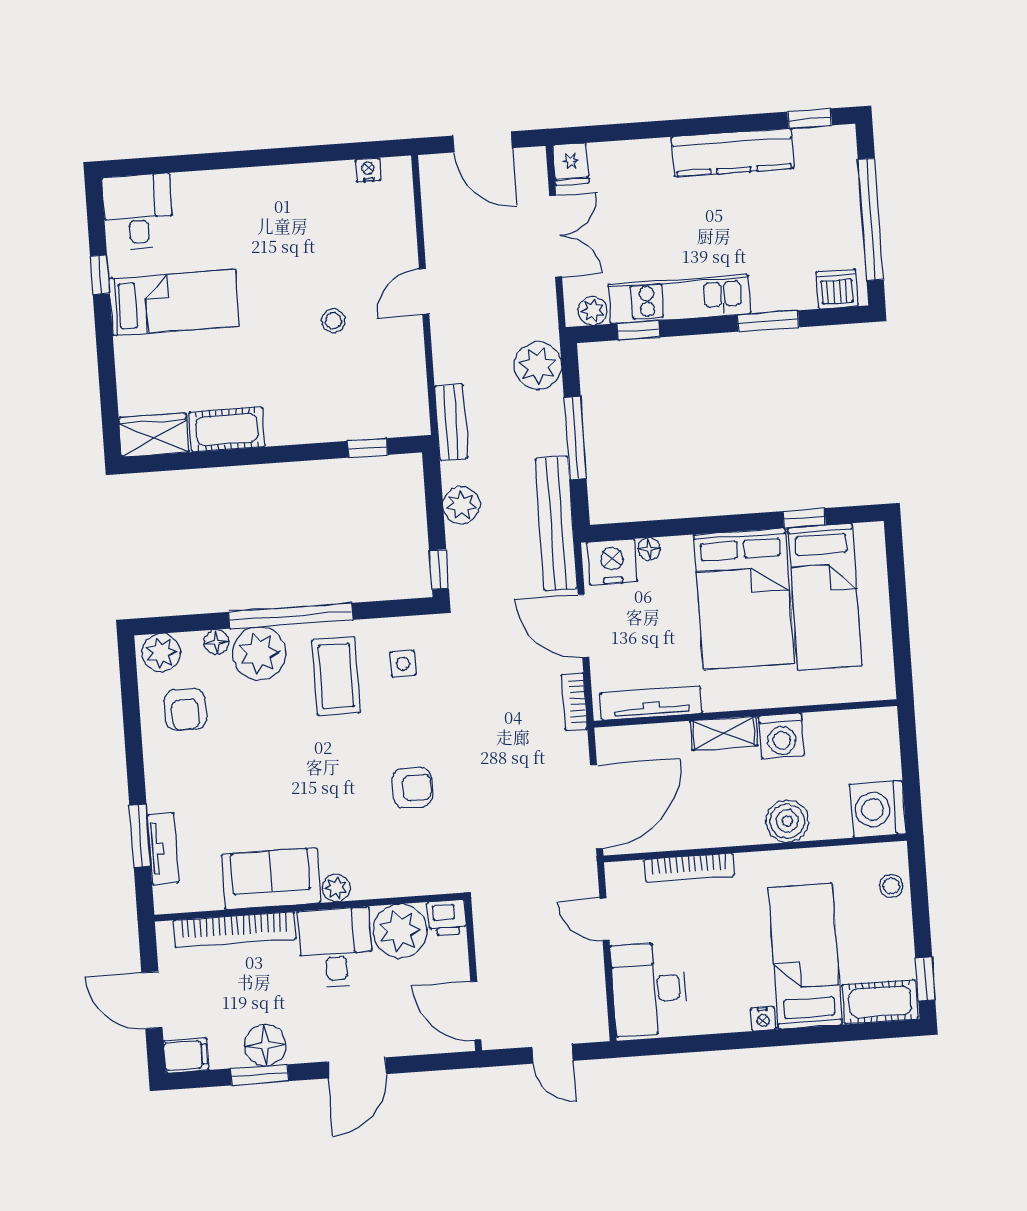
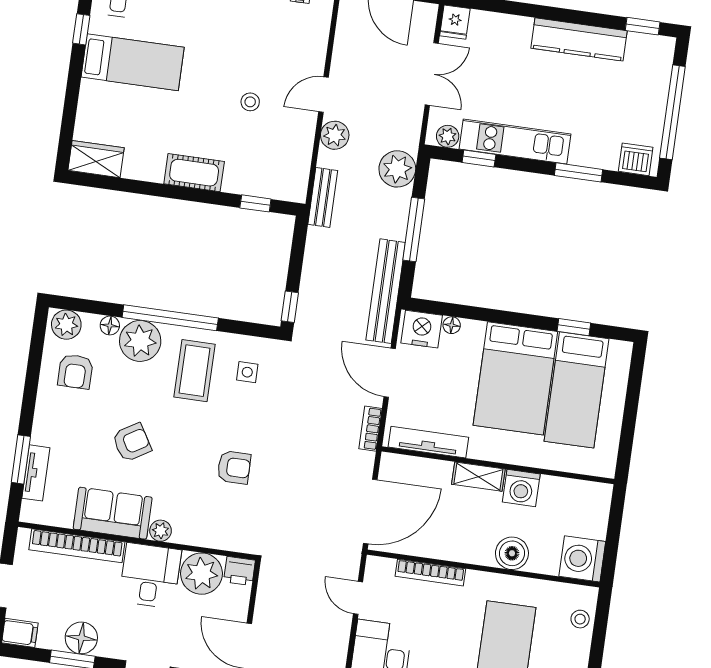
cot: (227, 429) -> (194, 173), moved
plant: (461, 505) -> (335, 135), moved
armchair: (276, 784) -> (132, 442), added

